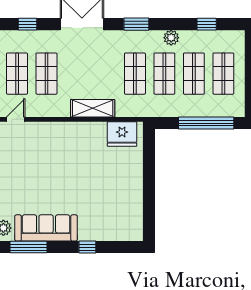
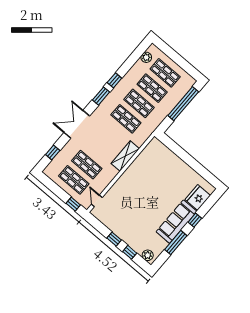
window: (207, 24) -> (114, 80), moved
plant: (171, 38) -> (146, 57), moved
fridge: (122, 134) -> (198, 198), moved, turned 180
sofa: (46, 228) -> (176, 222), moved
window: (28, 247) -> (176, 243), moved

